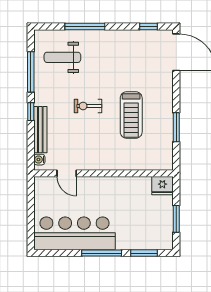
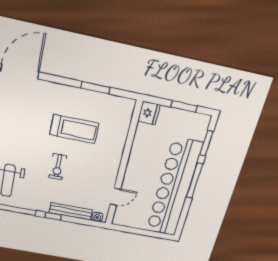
bar counter: (74, 233) -> (174, 188), width x1.36

